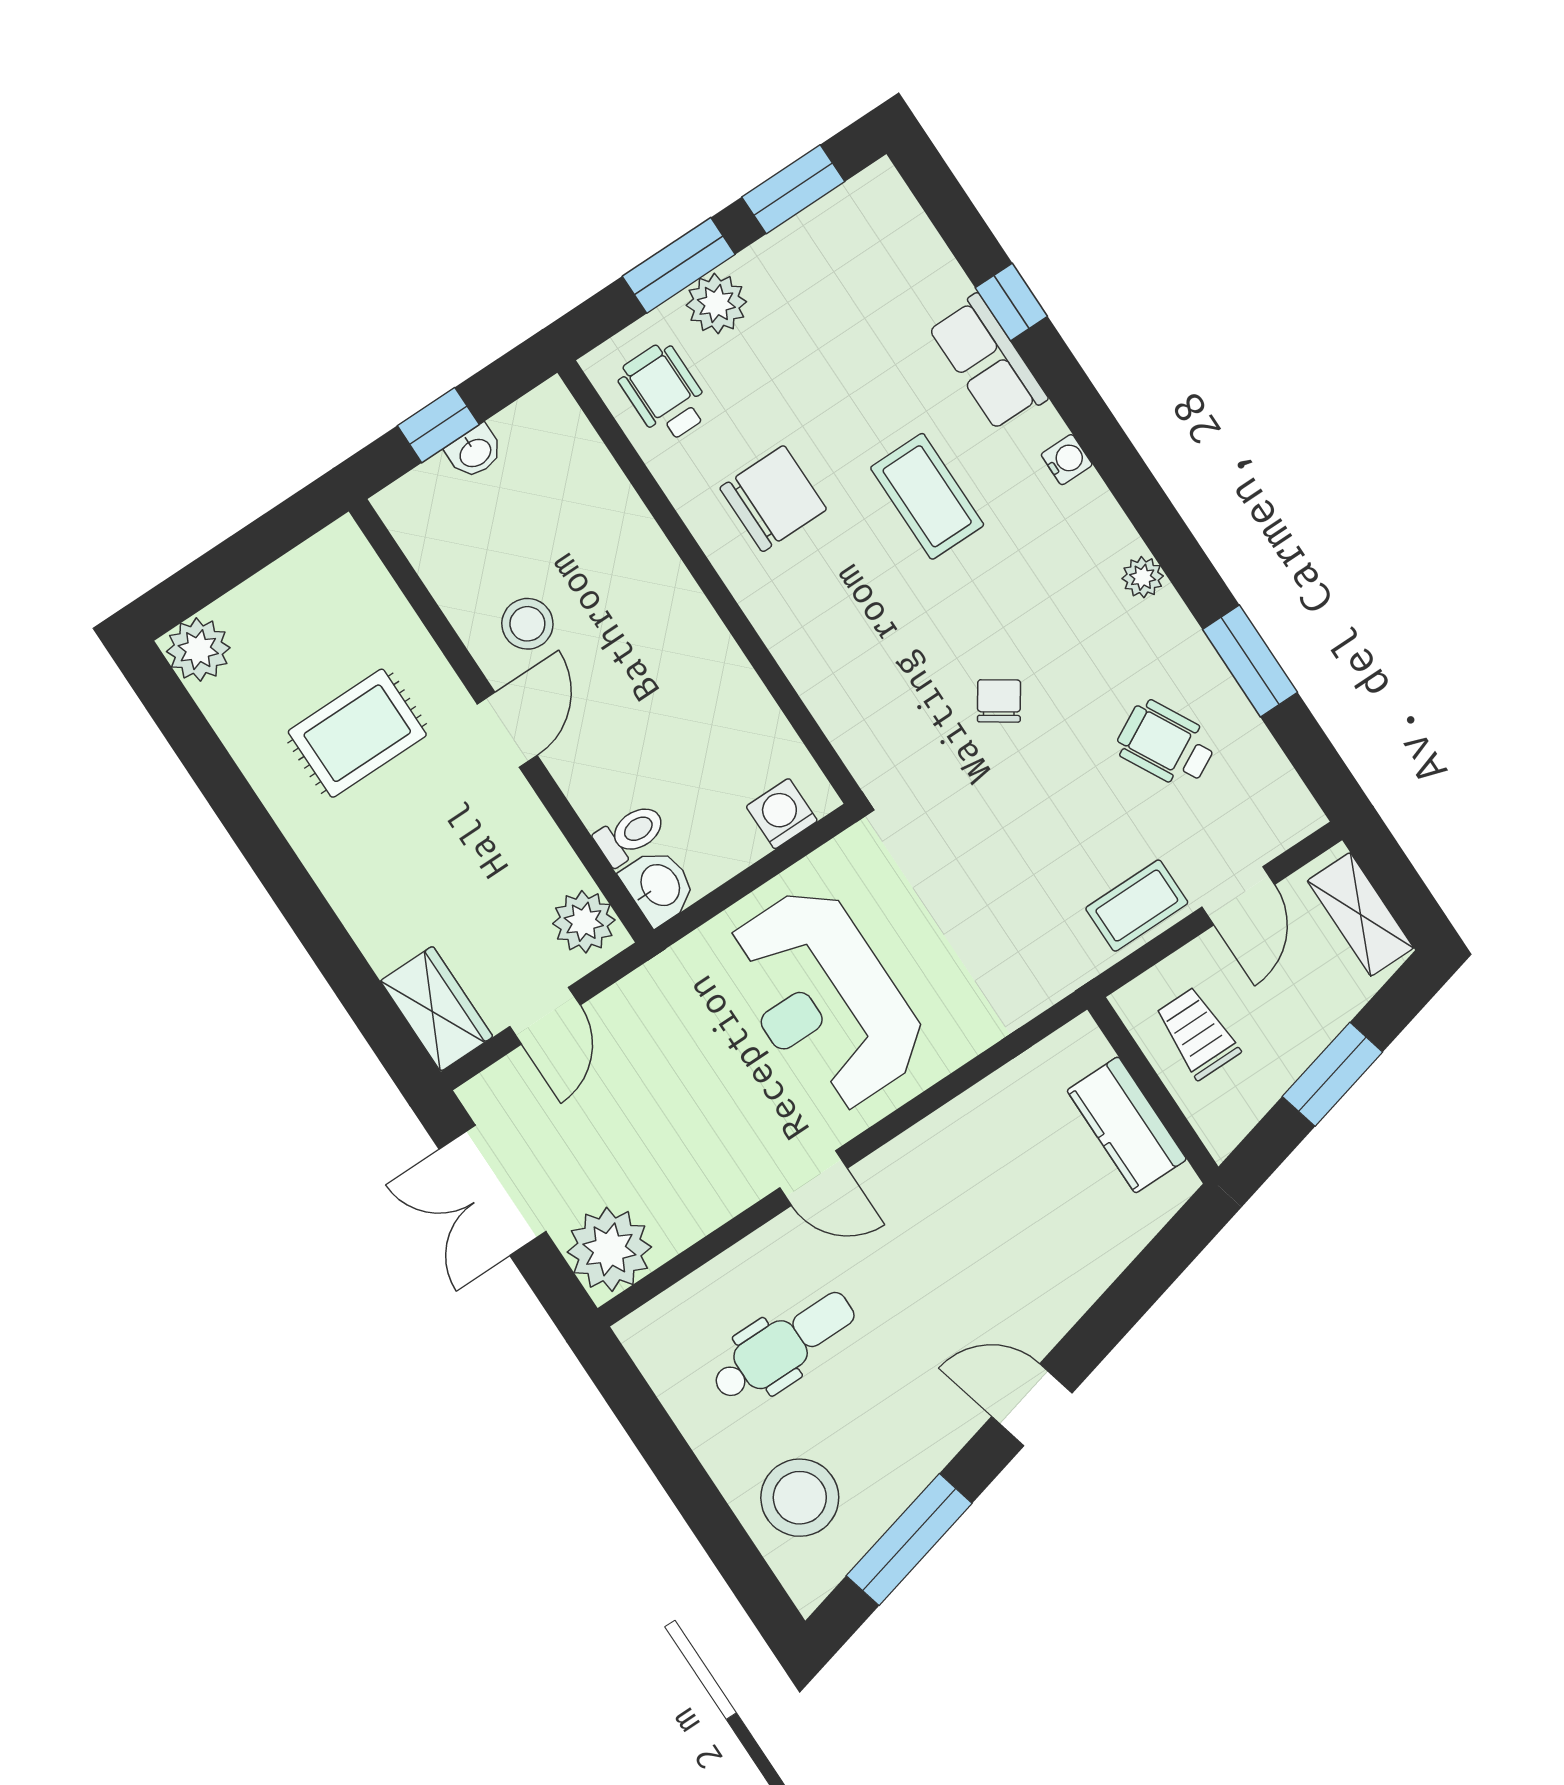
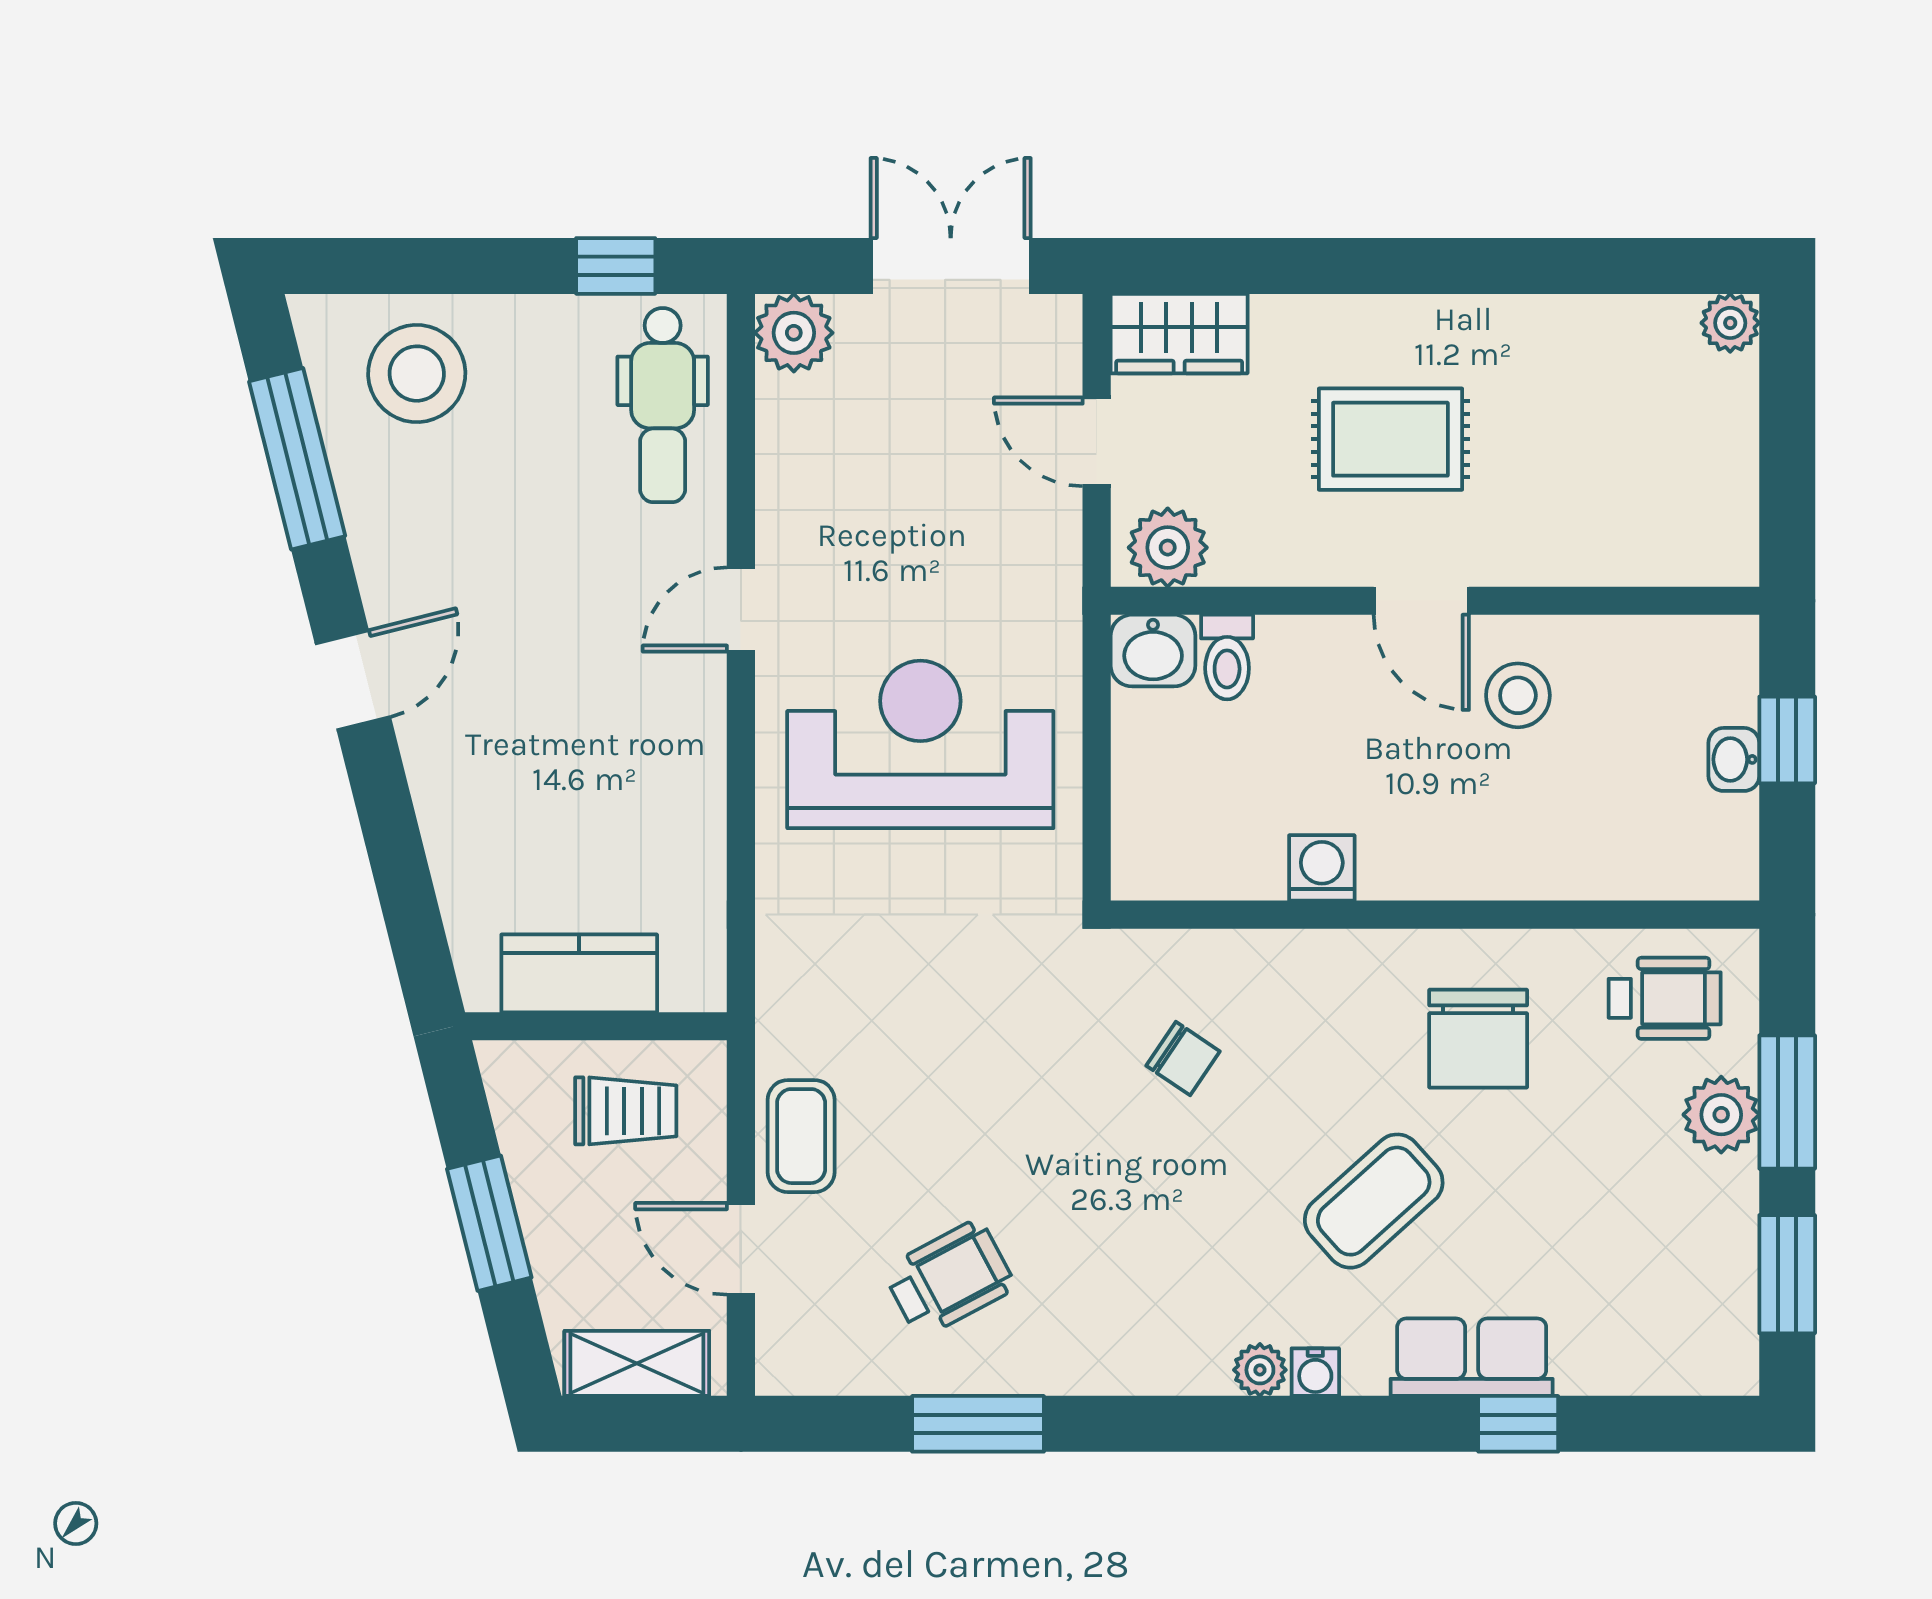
coffee table: (927, 496) -> (1374, 1201), turned -42
plant: (1143, 577) -> (1260, 1370), moved
plant: (198, 650) -> (1730, 323), width x0.73, depth x0.73
chair: (999, 701) -> (1183, 1059), moved
rug: (357, 733) -> (1390, 439), moved, turned 90
washing machine: (782, 814) -> (1322, 868), moved, turned -90
plant: (609, 1249) -> (794, 333), width x0.73, depth x0.73
dental chair: (783, 1346) -> (663, 405), moved
window: (640, 1413) -> (616, 266), added

